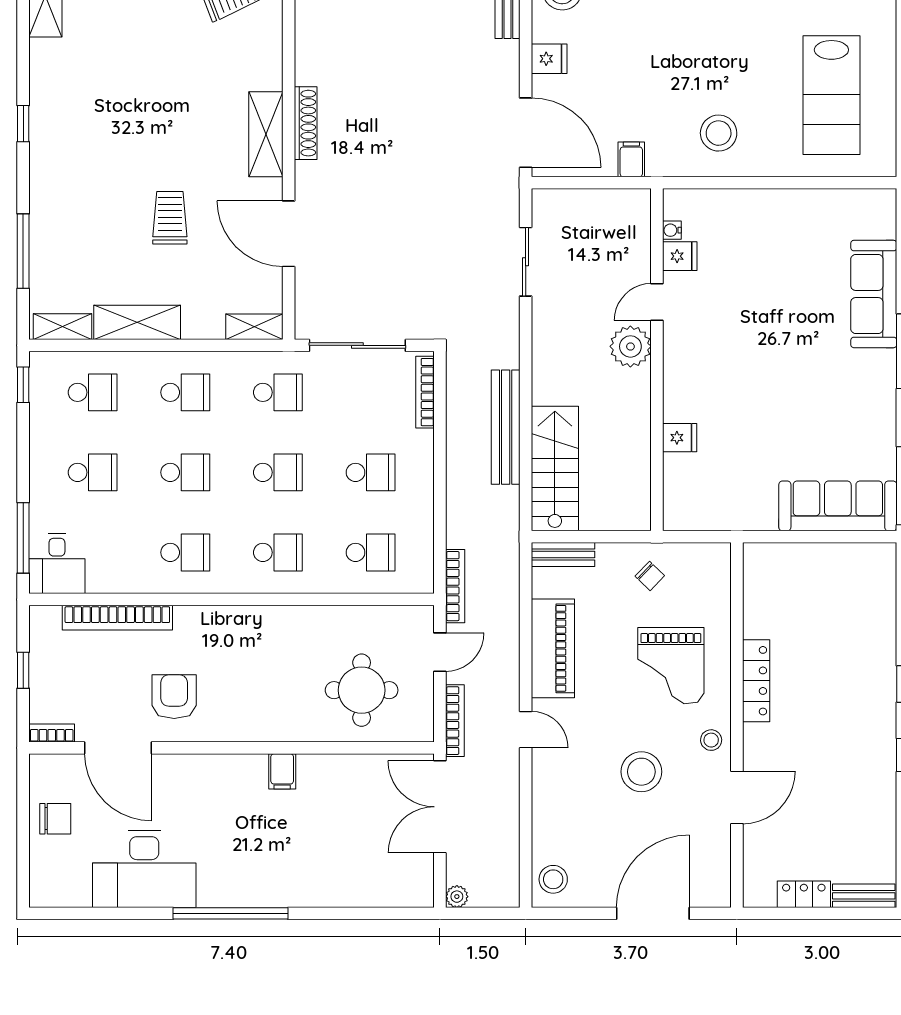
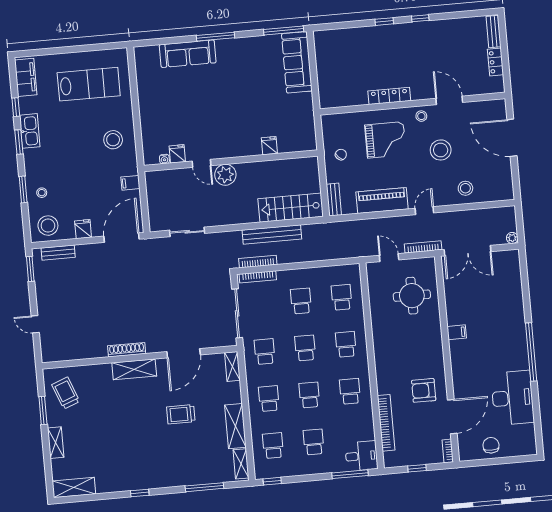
bookcase: (455, 586) -> (258, 262), moved
stool: (553, 879) -> (465, 188), moved

